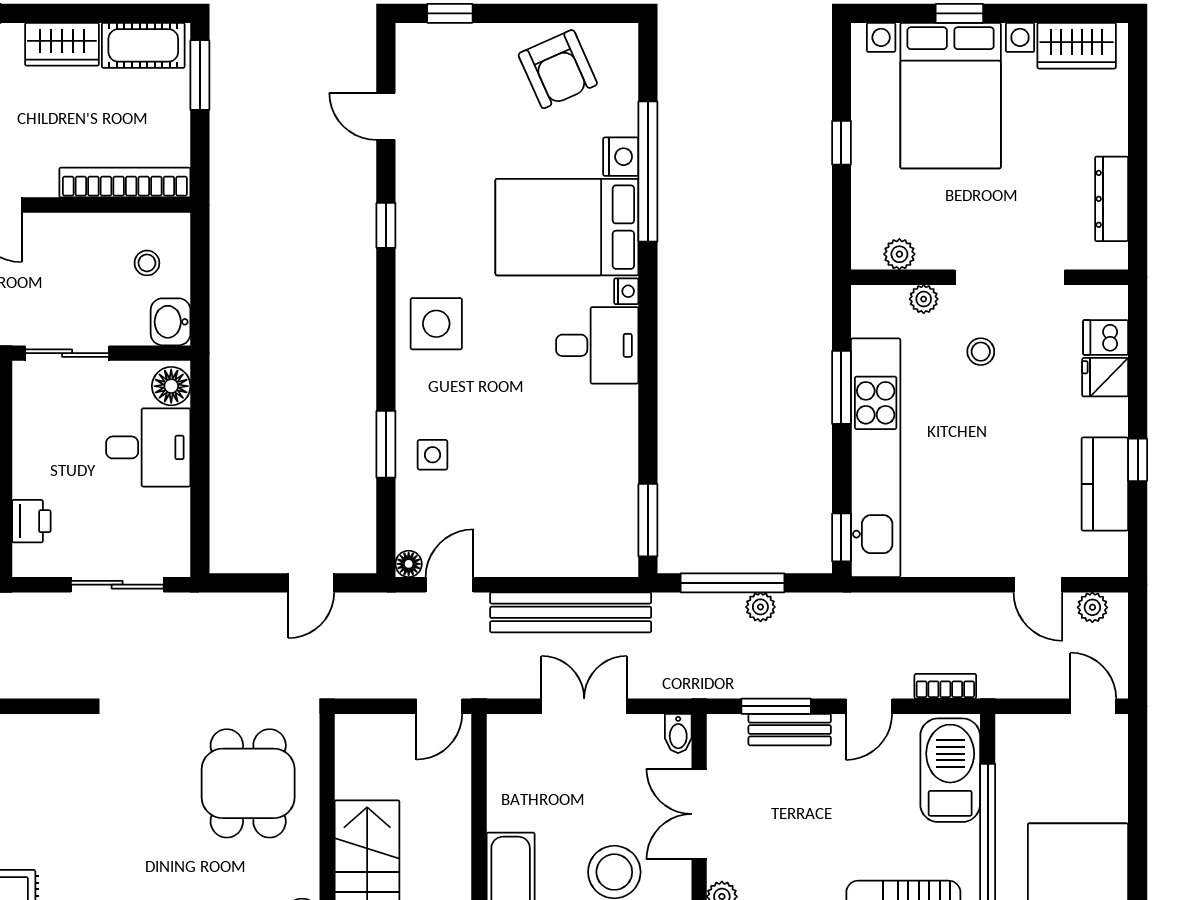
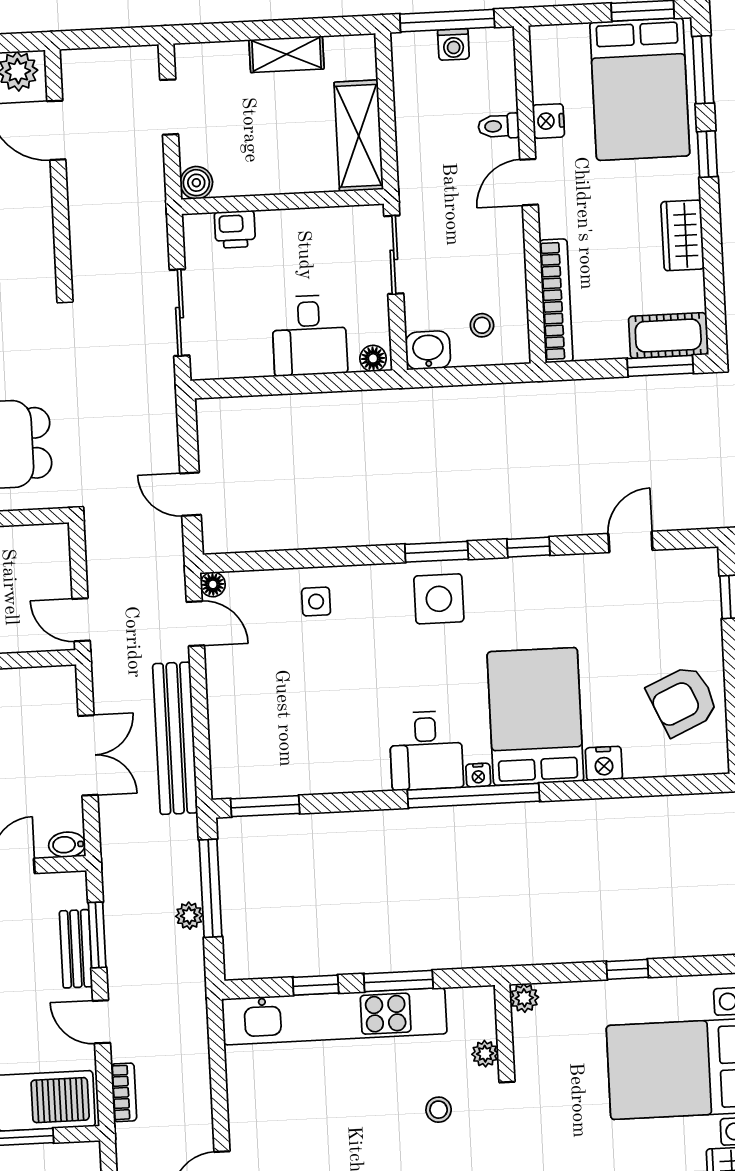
cot: (143, 45) -> (668, 336), moved, turned 90
window: (648, 172) -> (474, 796), moved
plant: (899, 254) -> (524, 998), moved
floor lamp: (171, 386) -> (373, 358), width x0.73, depth x0.73
window: (386, 444) -> (437, 552), moved
window: (841, 537) -> (316, 985), moved

